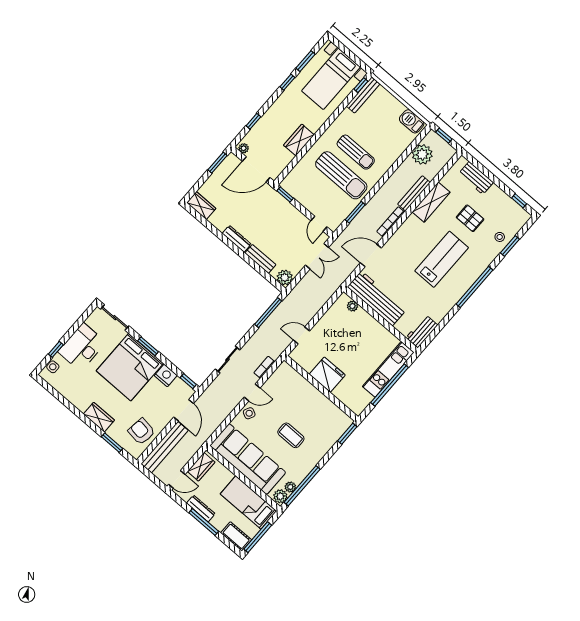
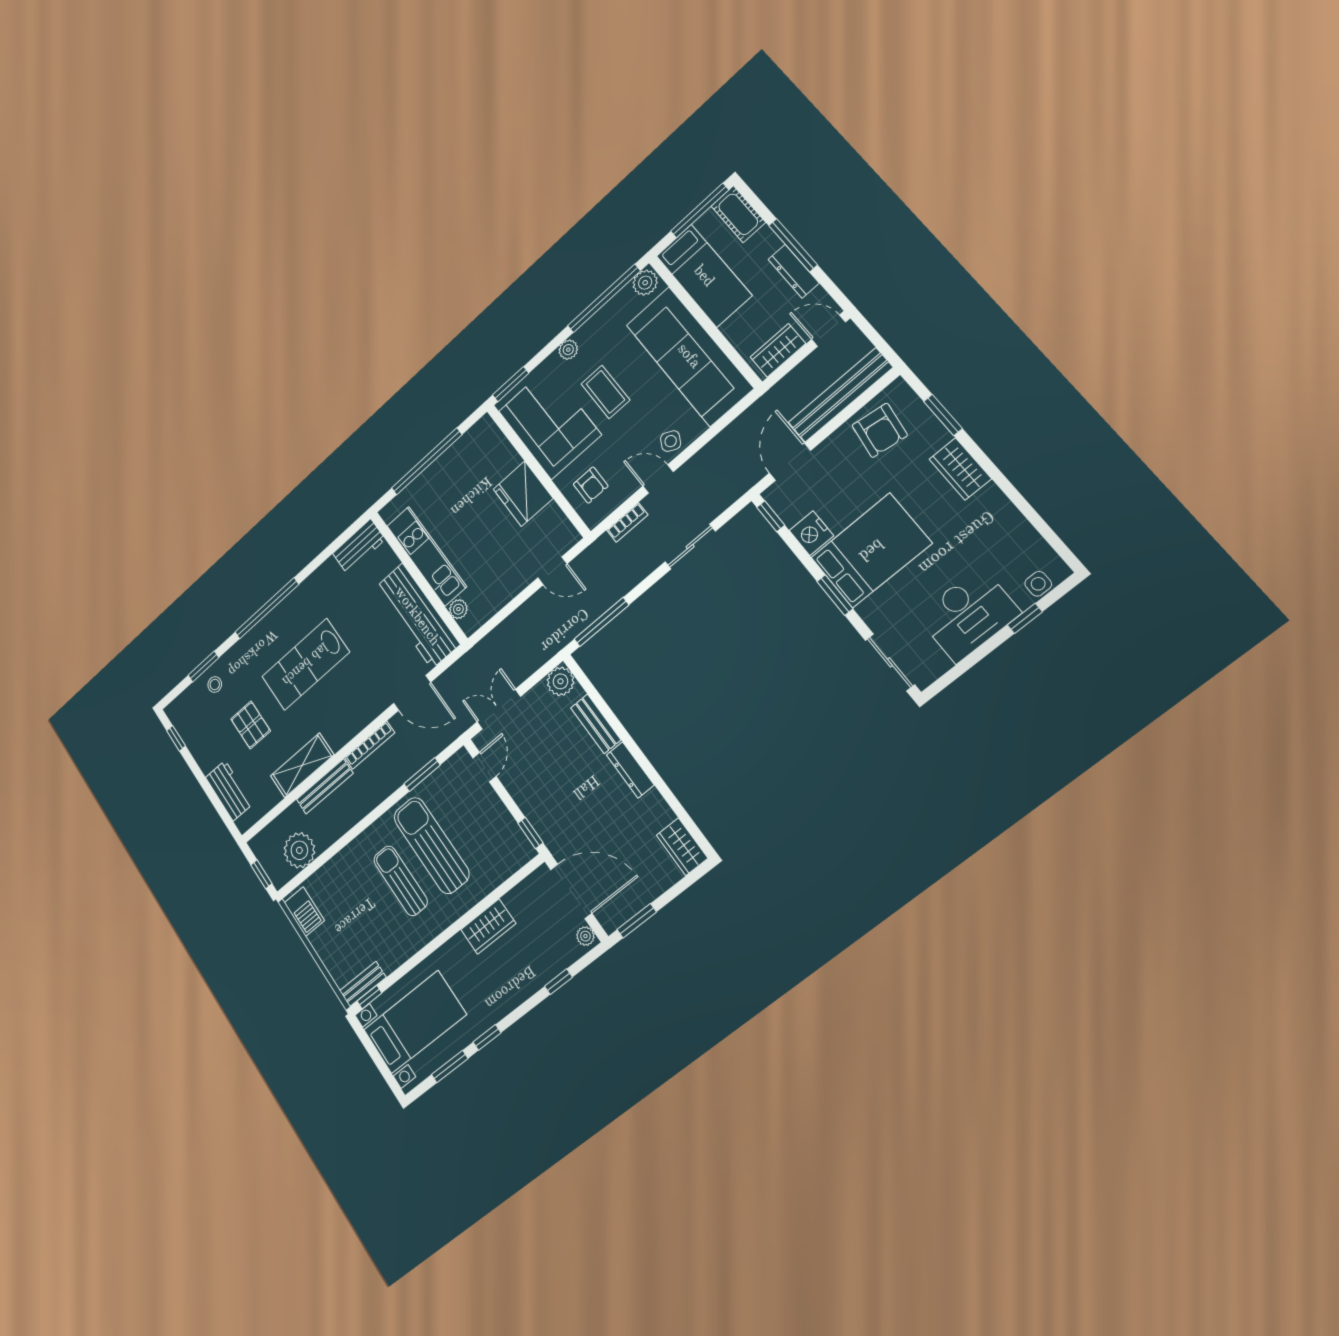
bench: (363, 95) -> (363, 984), width x0.73
bed: (130, 367) -> (871, 550), width x0.73
kitchen unit: (388, 369) -> (427, 556), moved, turned -90
armchair: (289, 384) -> (591, 485), added
corner sofa: (320, 415) -> (550, 423), added
plant: (290, 487) -> (568, 350), moved

